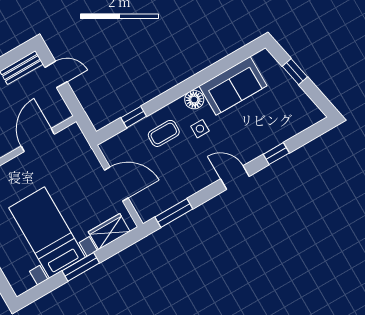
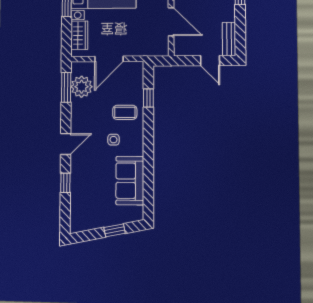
door: (56, 74) -> (210, 61), hinge flipped
floor lamp: (194, 100) -> (136, 148), removed
coffee table: (164, 133) -> (125, 112), turned 90
plant: (163, 196) -> (82, 87), added

